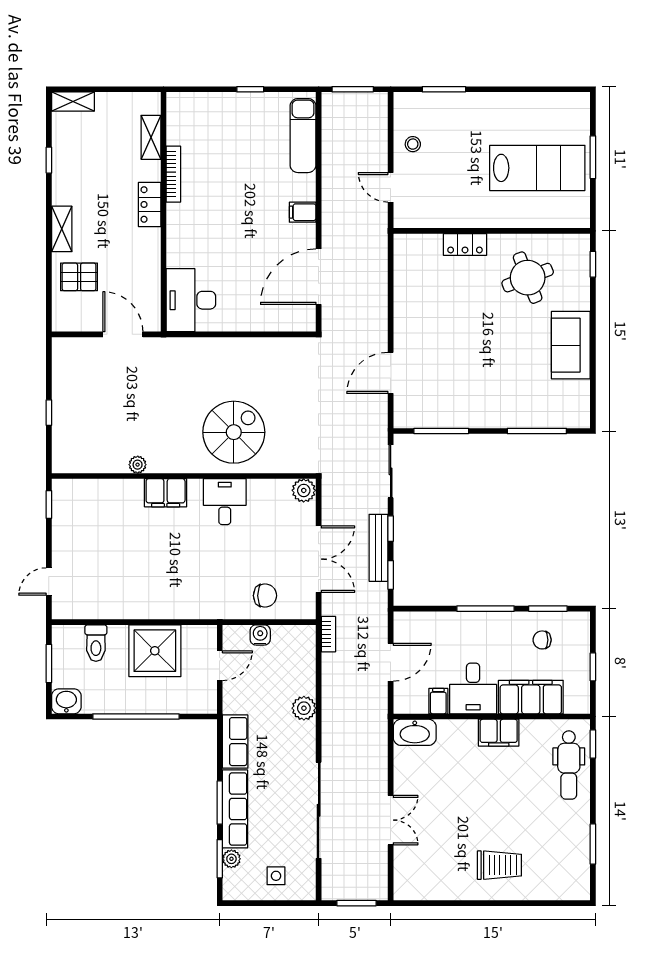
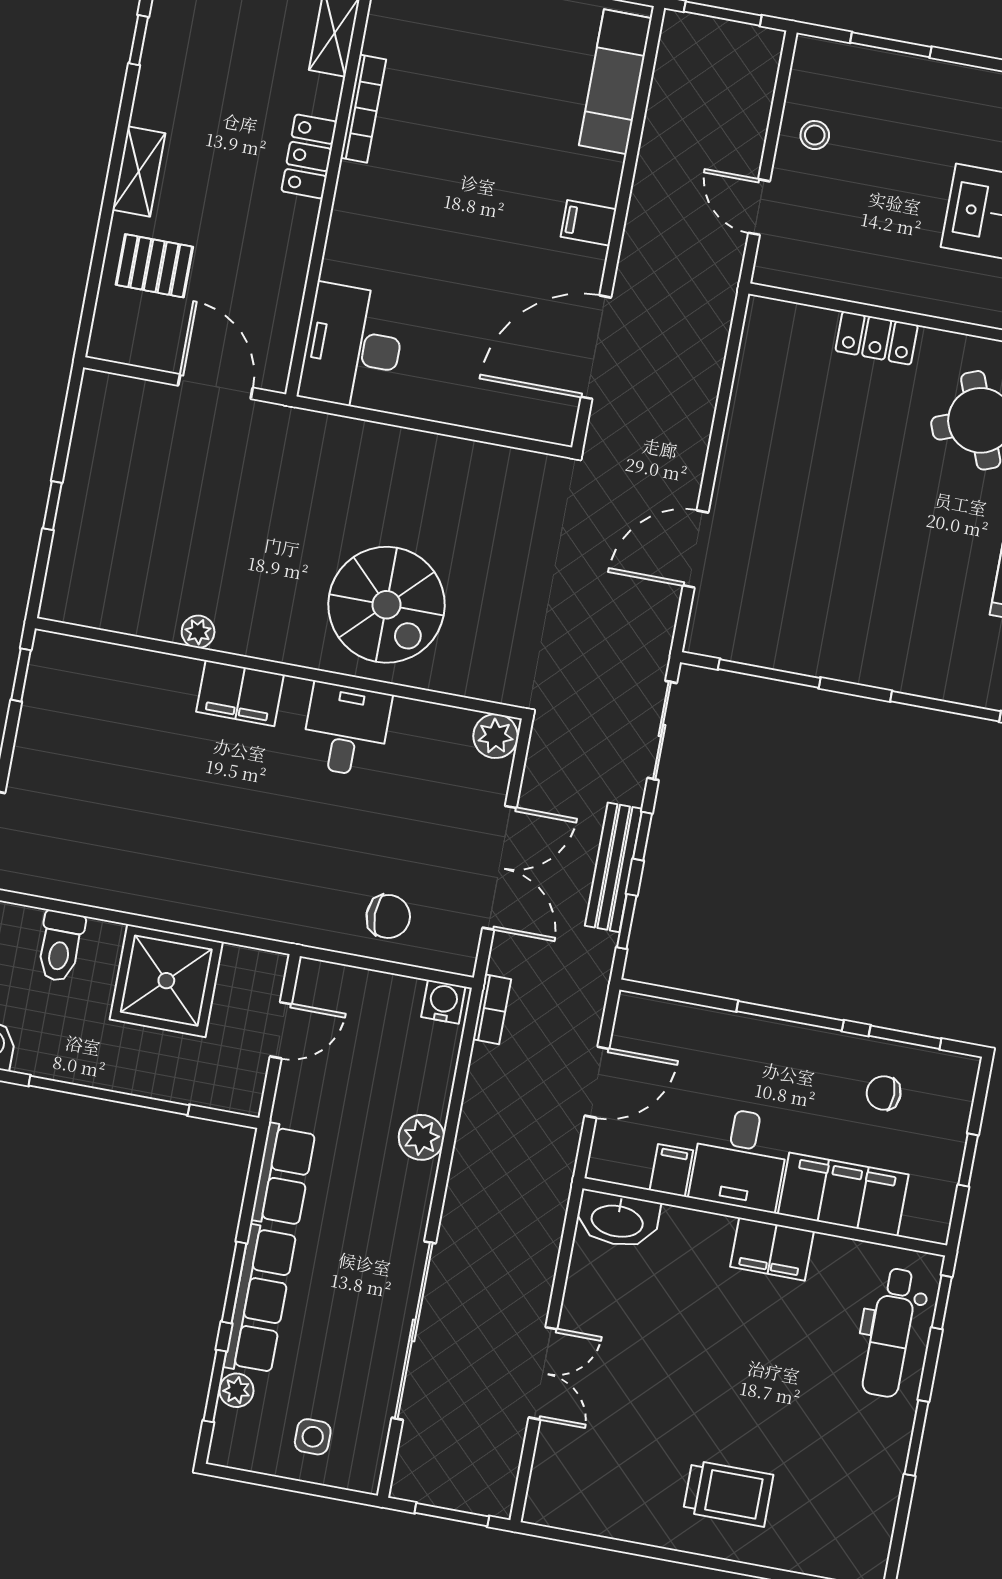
spiral stairs: (234, 432) -> (386, 605), turned 90
water cooler: (260, 635) -> (443, 1002), moved
window: (593, 844) -> (917, 1438), moved

